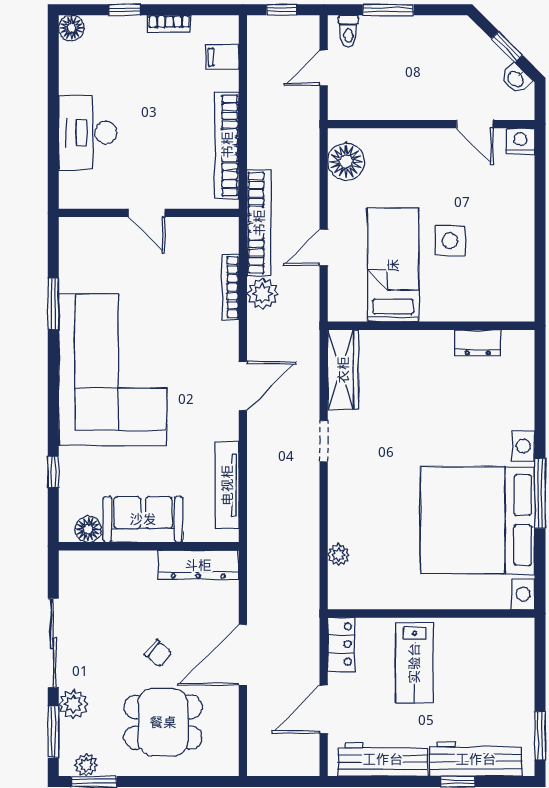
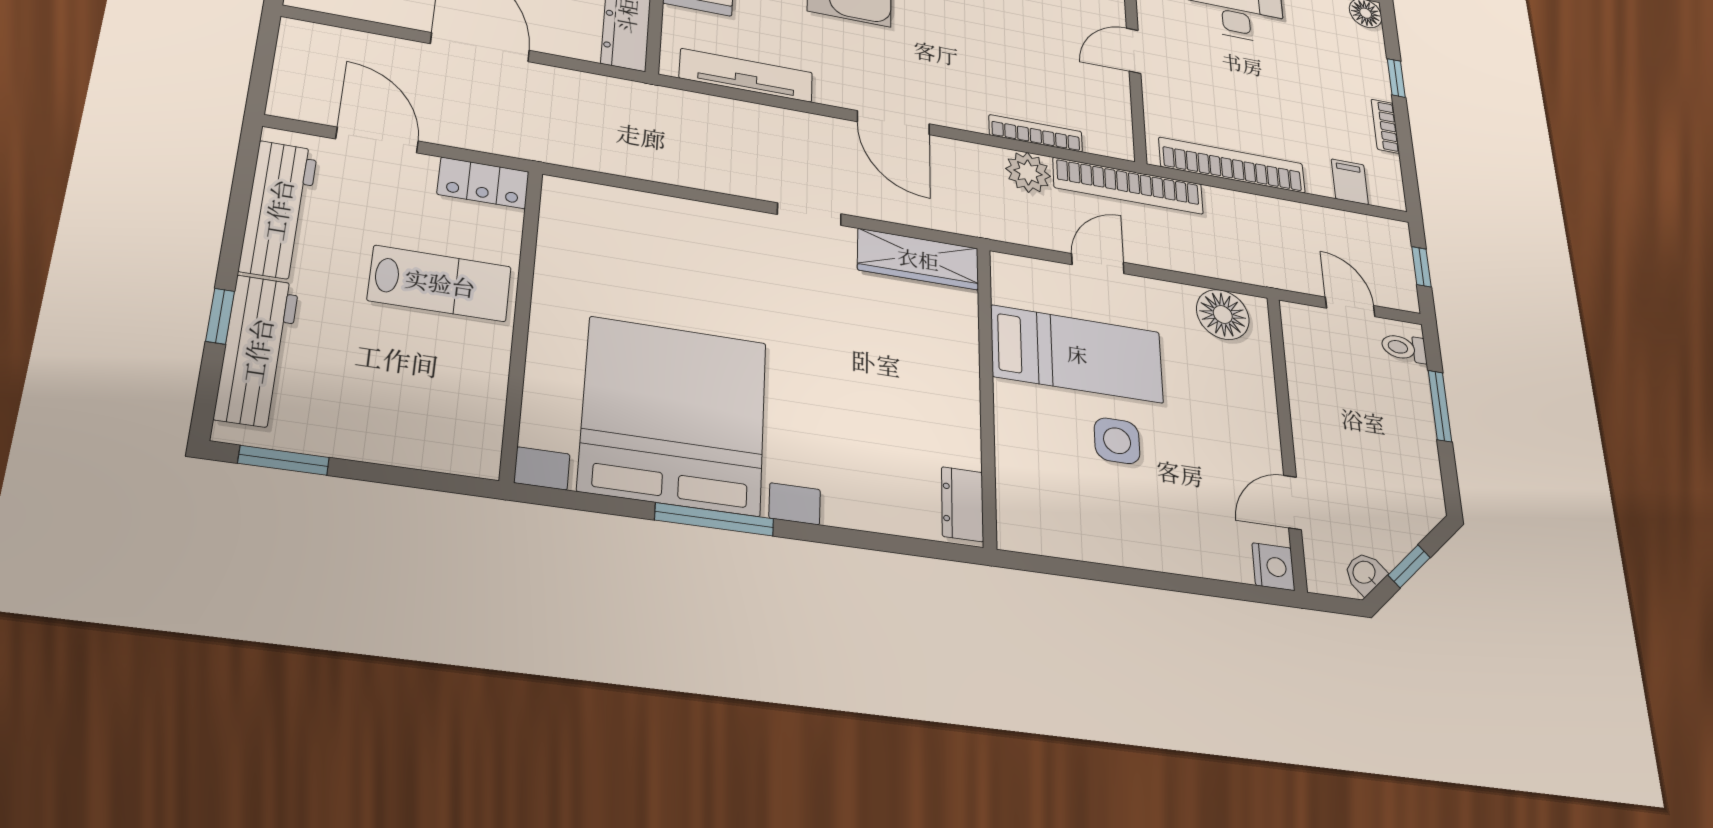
door: (324, 248) -> (1098, 264), hinge flipped
dresser: (478, 343) -> (962, 504), moved
plant: (339, 555) -> (630, 204), removed
lab bench: (414, 663) -> (440, 283), turned 180

